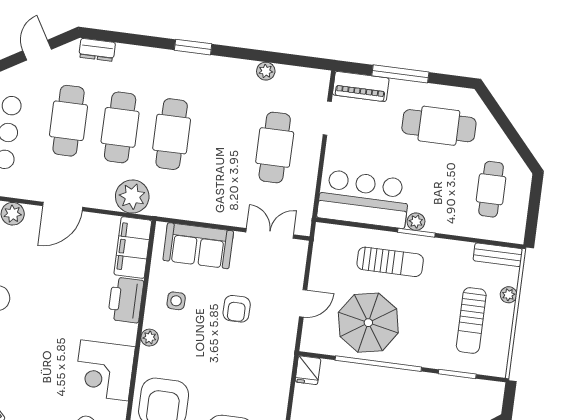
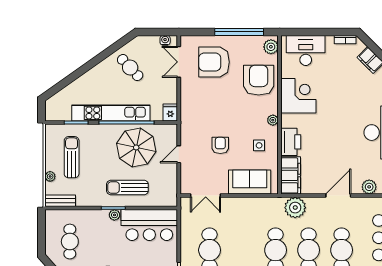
kitchen unit: (401, 382) -> (111, 113), added

